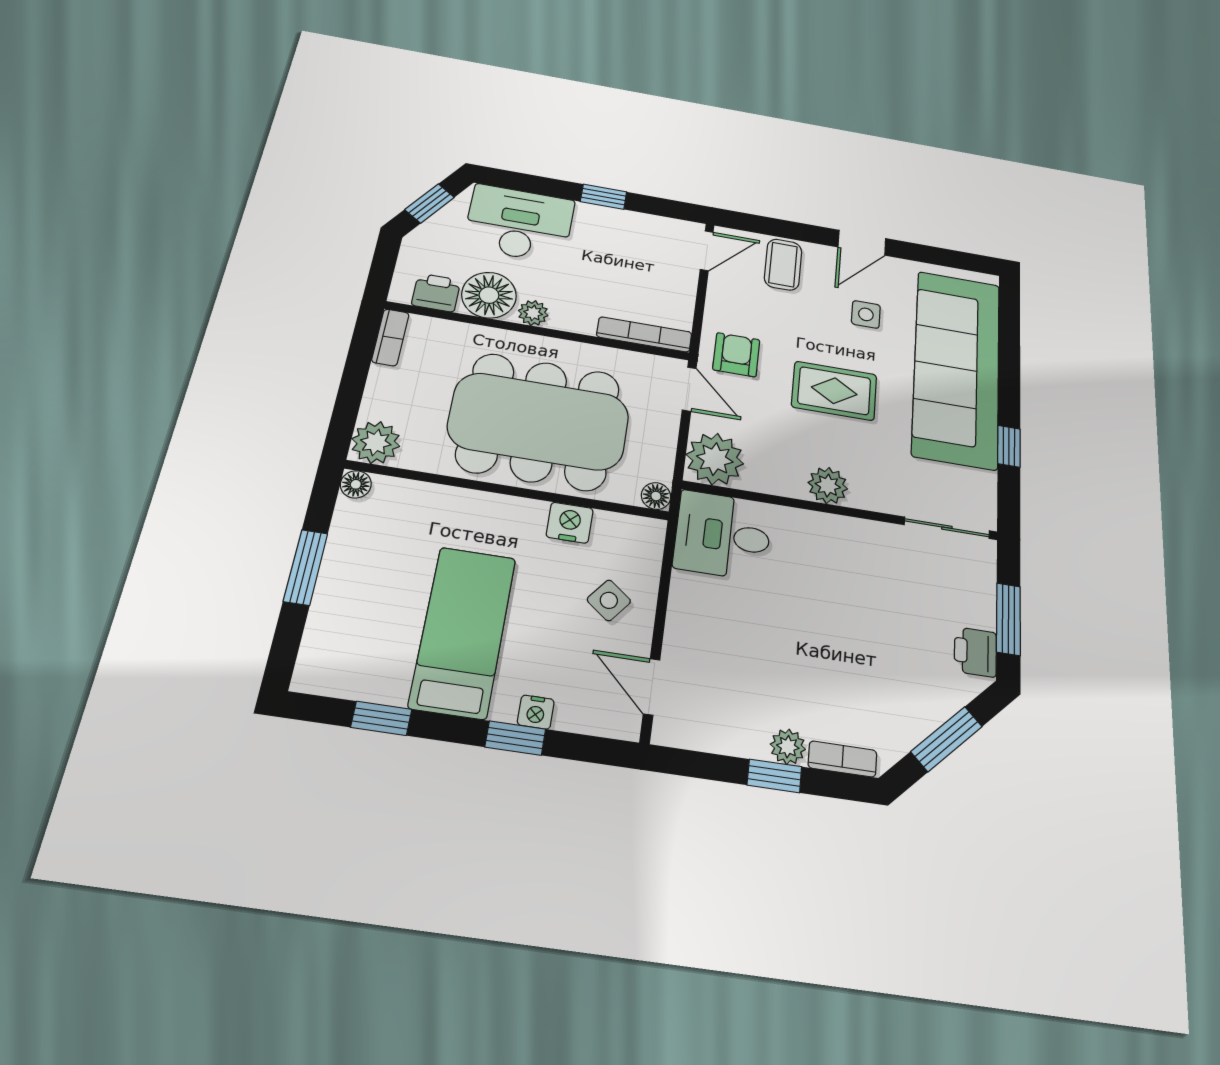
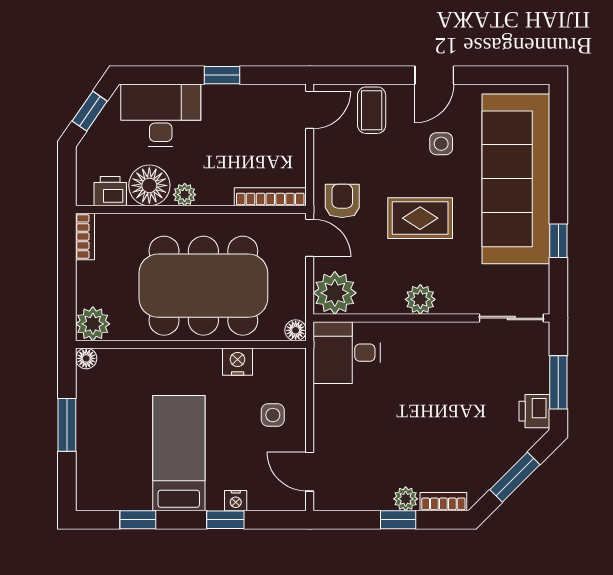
side table: (609, 600) -> (273, 415), turned -38

